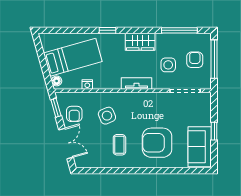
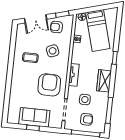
armchair: (157, 143) -> (49, 85), moved
sofa: (200, 147) -> (34, 117), moved

